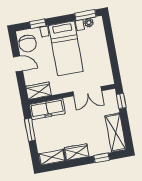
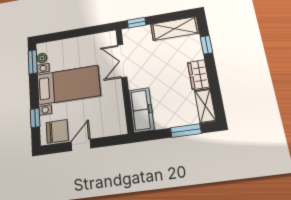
wardrobe: (39, 91) -> (117, 120), removed
double door: (87, 91) -> (122, 61), swing flipped
window: (30, 130) -> (186, 131), moved

